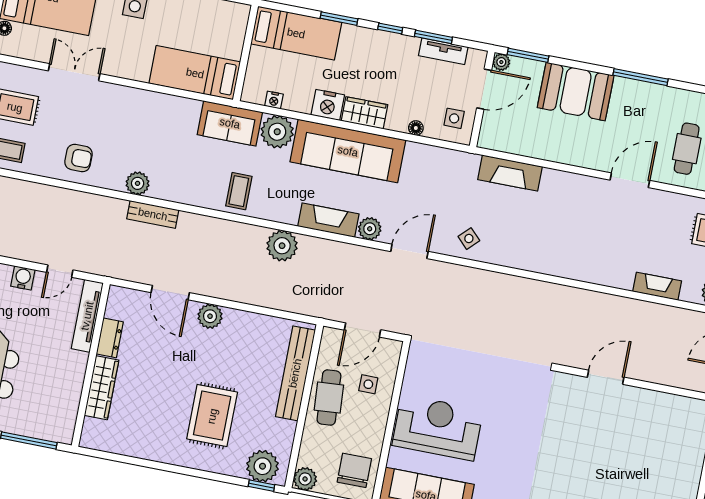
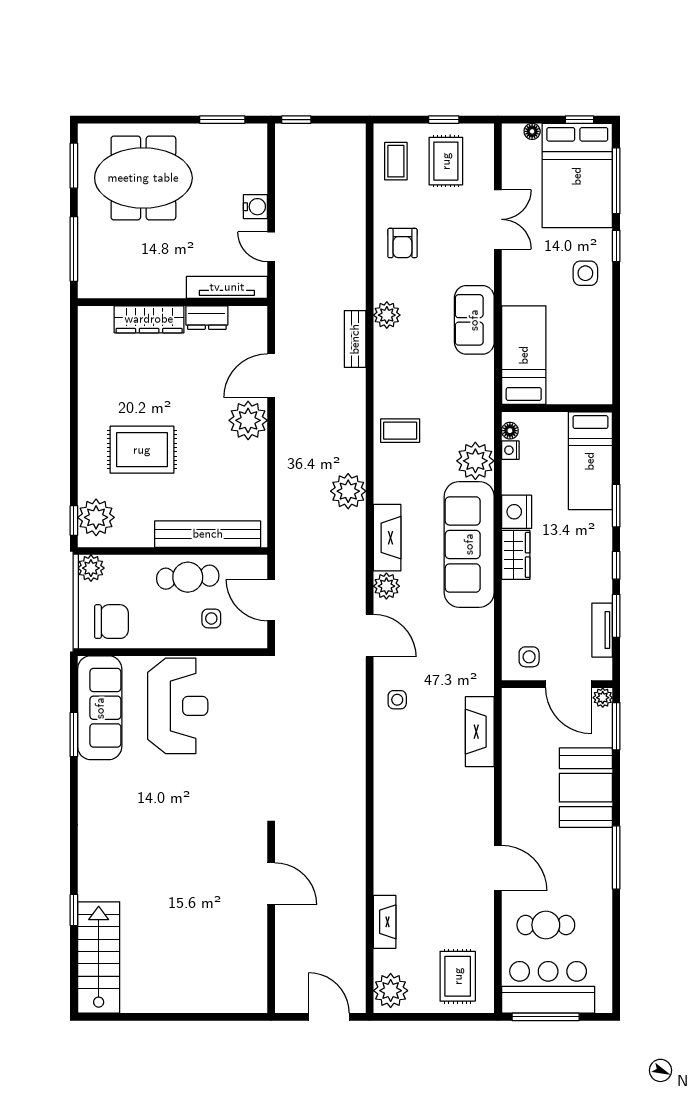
sofa: (230, 123) -> (474, 320), moved
floor lamp: (416, 128) -> (510, 431), moved
side table: (469, 239) -> (397, 700), turned 45
plant: (210, 316) -> (248, 420), width x1.36, depth x1.36

